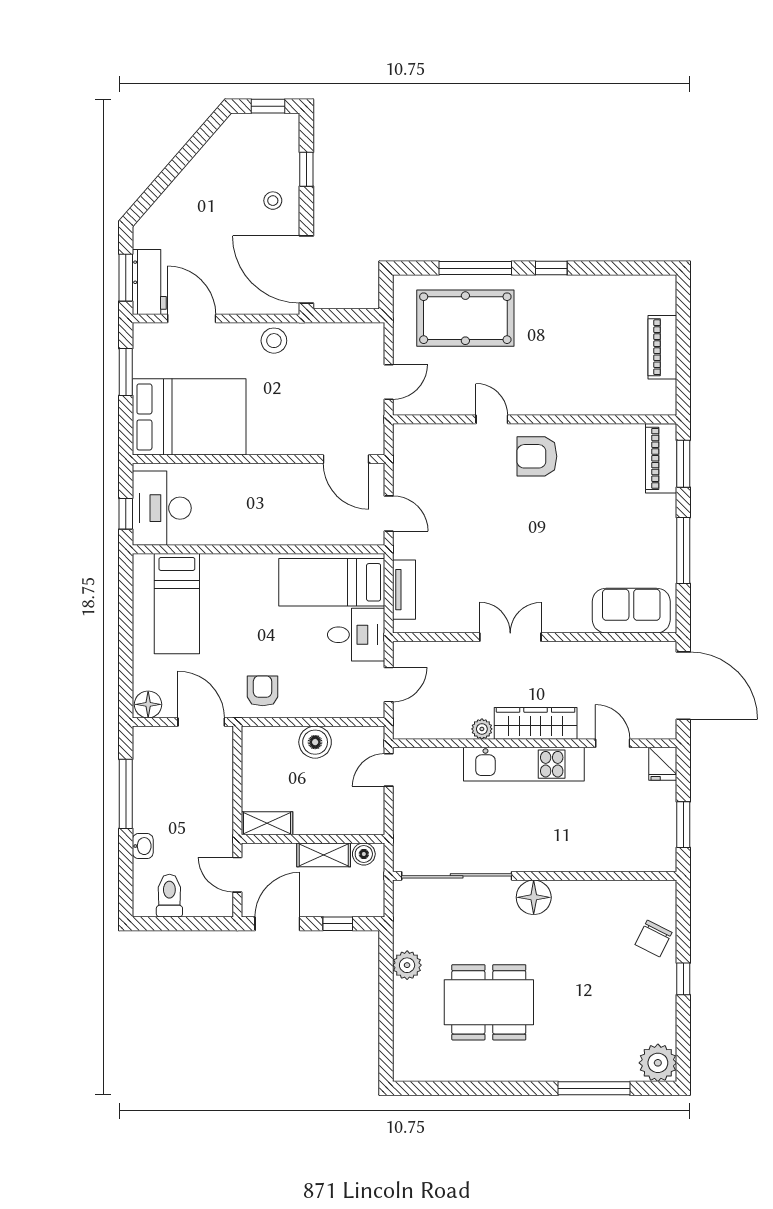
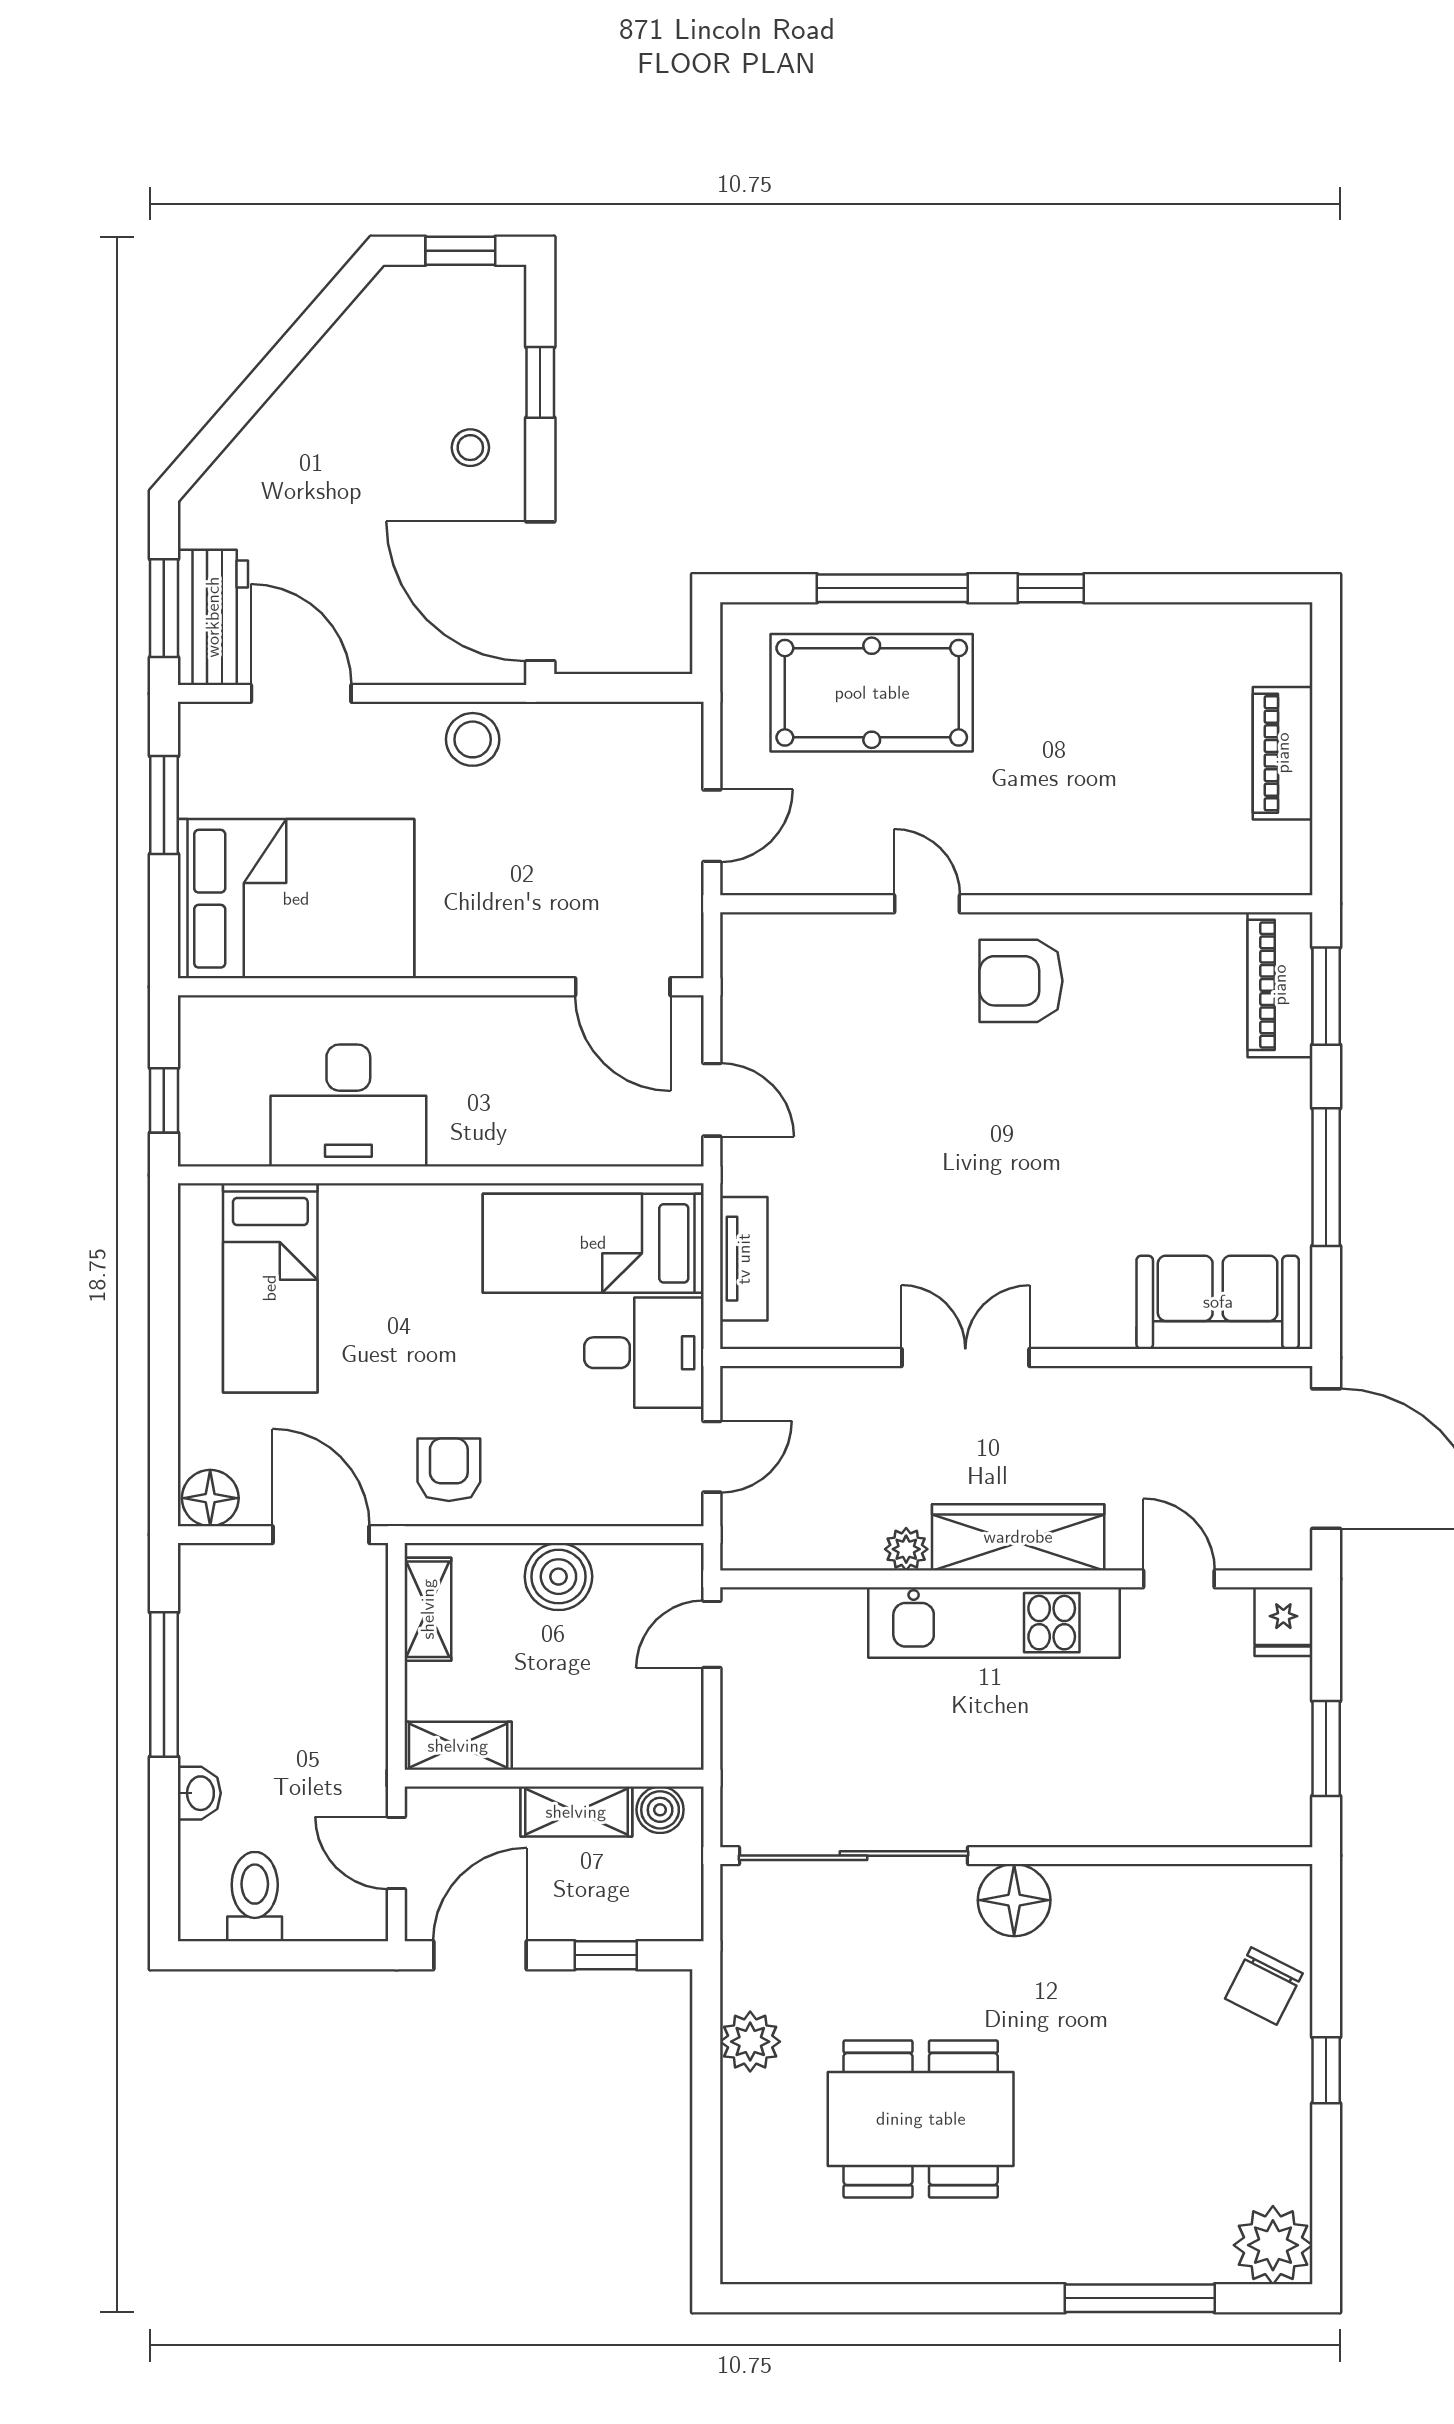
desk: (162, 508) -> (348, 1105), moved, turned -90
shelving: (252, 758) -> (428, 1609), added

